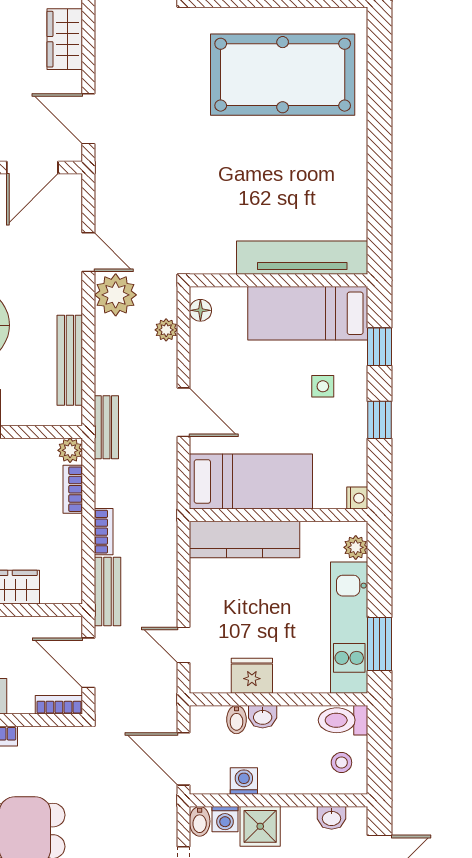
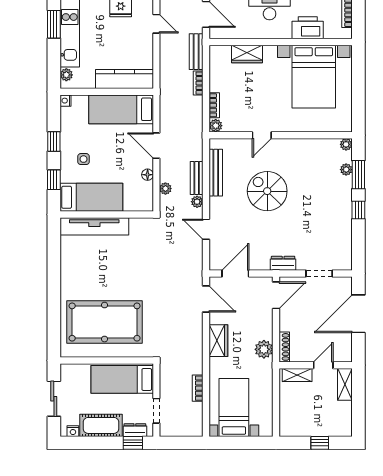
plant: (116, 295) -> (197, 202), width x0.53, depth x0.53
floor lamp: (200, 310) -> (148, 175), moved
bench: (106, 427) -> (197, 178), moved

